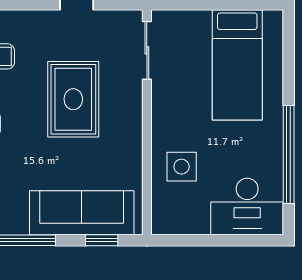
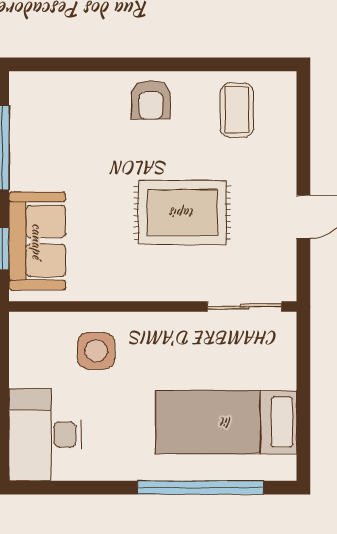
window: (289, 154) -> (200, 488), moved
sofa: (82, 213) -> (37, 241), width x0.73

